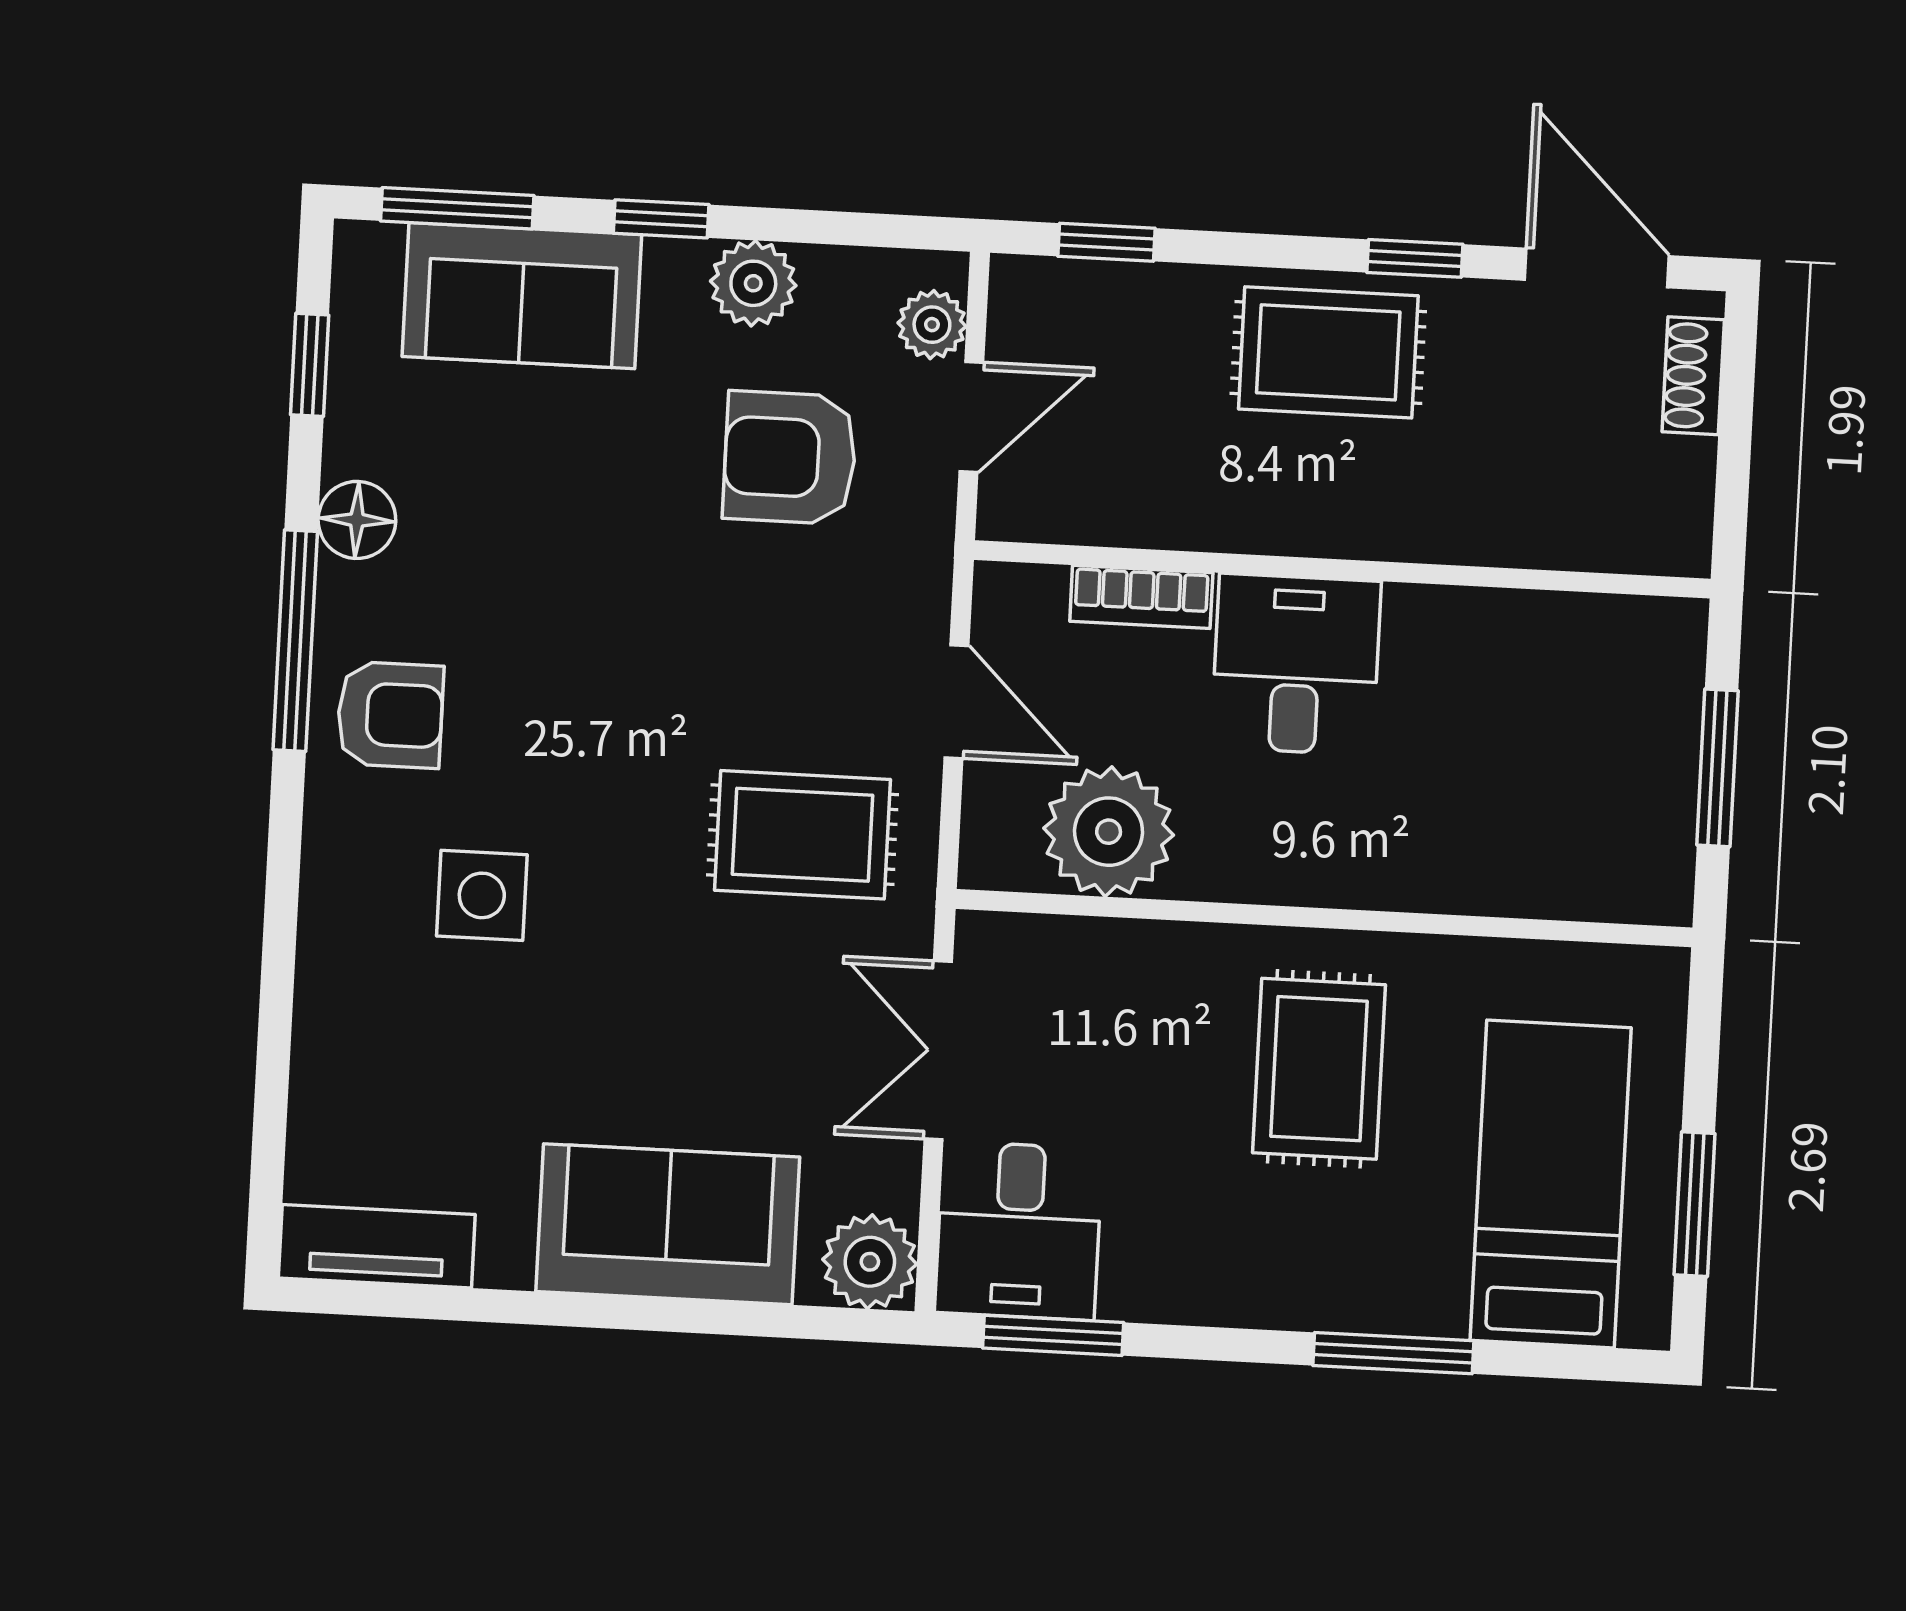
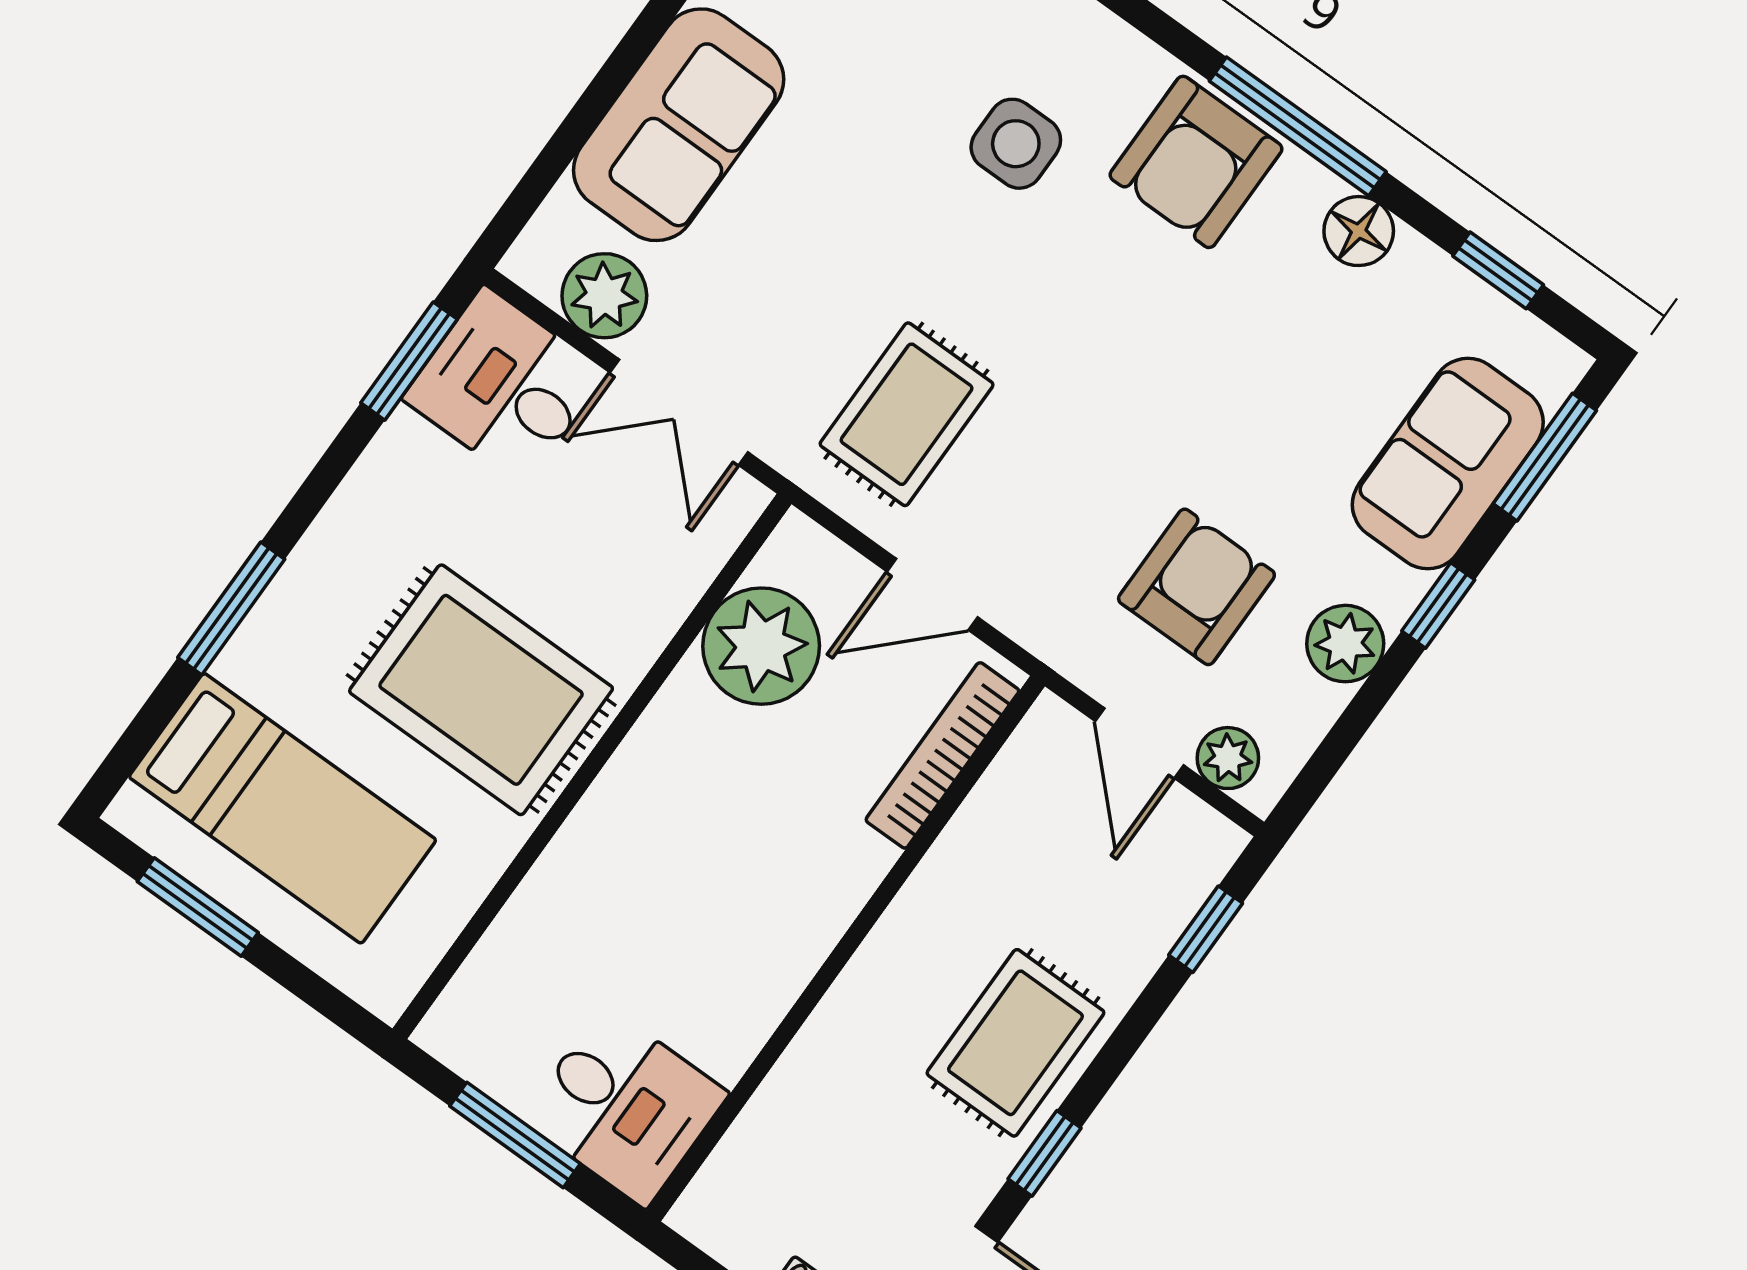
bookcase: (1141, 597) -> (942, 755), width x1.56
desk: (1296, 664) -> (625, 1106), moved
armchair: (390, 715) -> (1196, 162), width x1.38, depth x1.38
double door: (938, 1050) -> (679, 412), swing flipped
rug: (1319, 1069) -> (481, 690), width x1.36, depth x1.43
plant: (870, 1262) -> (604, 296), moved

